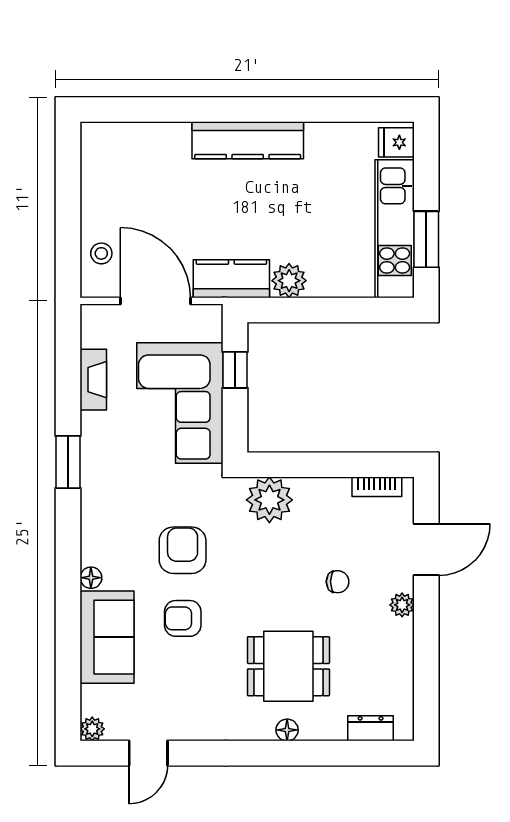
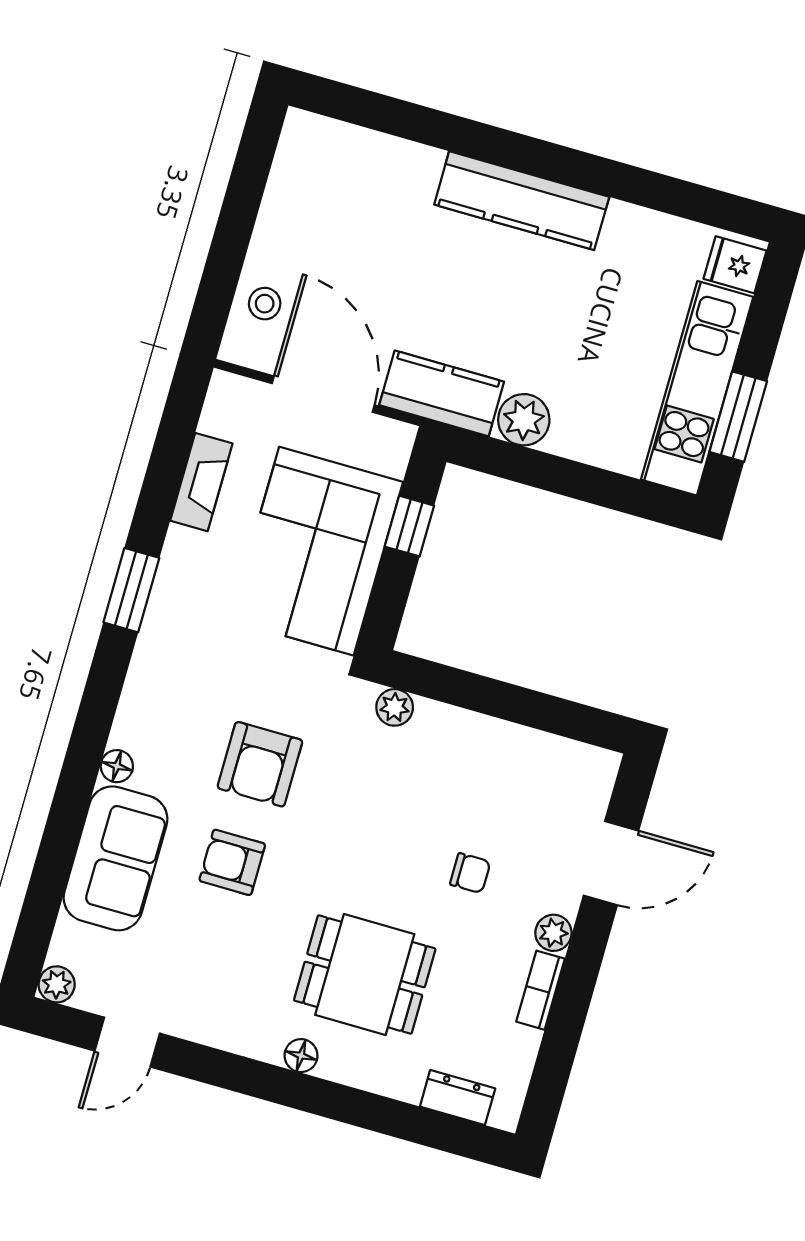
bookcase: (377, 487) -> (541, 990), moved, turned 90
plant: (269, 500) -> (395, 707), width x0.53, depth x0.53
armchair: (183, 550) -> (260, 764), turned 180
floor lamp: (287, 730) -> (301, 1056), moved

